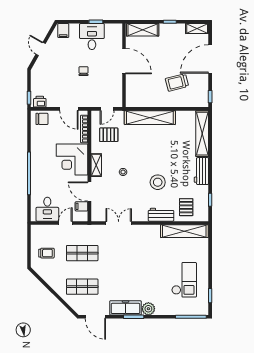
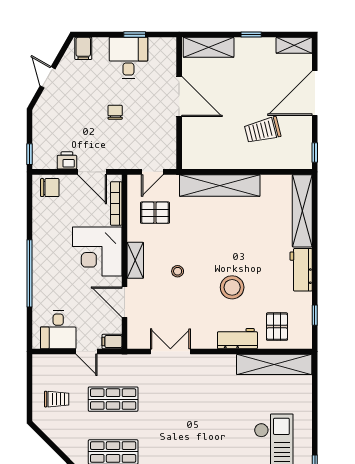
printer: (40, 102) -> (67, 160), moved
filing cabinet: (81, 206) -> (112, 342), moved
door: (65, 223) -> (87, 352), swing flipped

